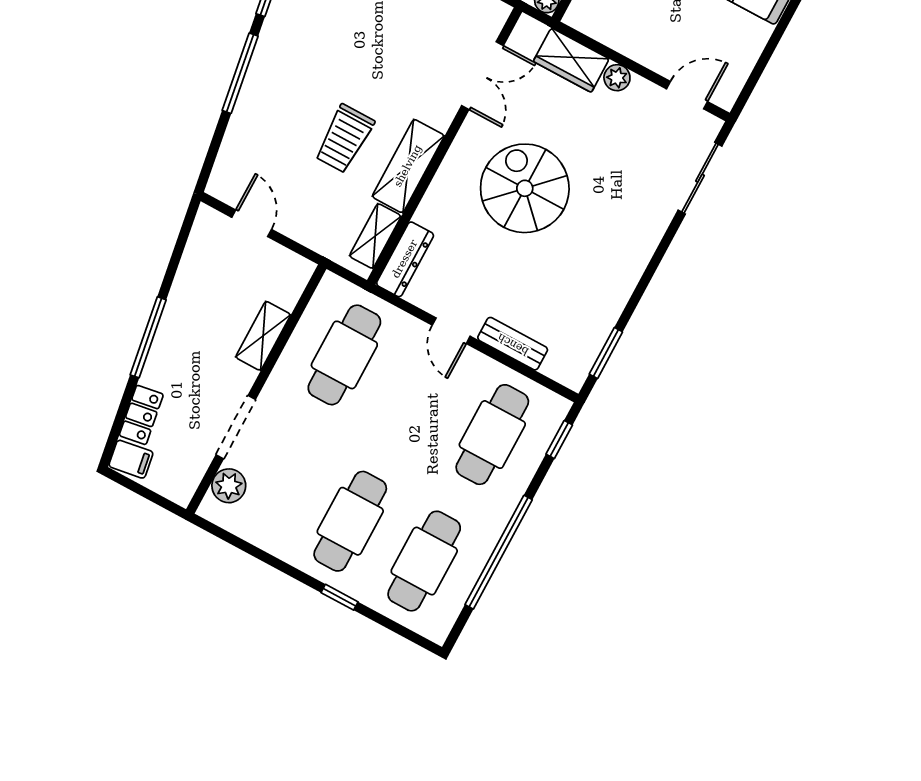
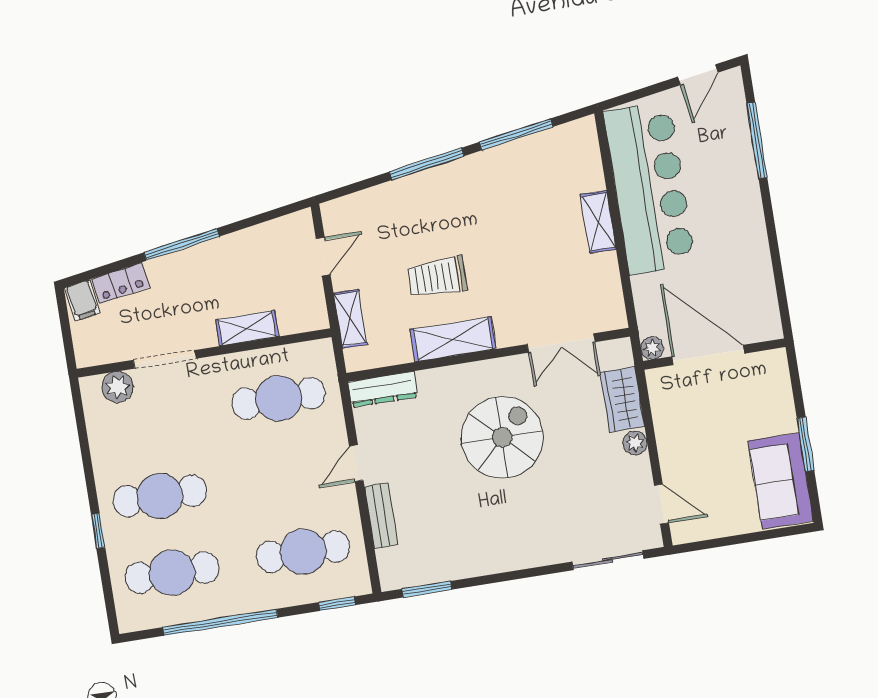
shelving: (375, 236) -> (350, 319), moved, turned 90

